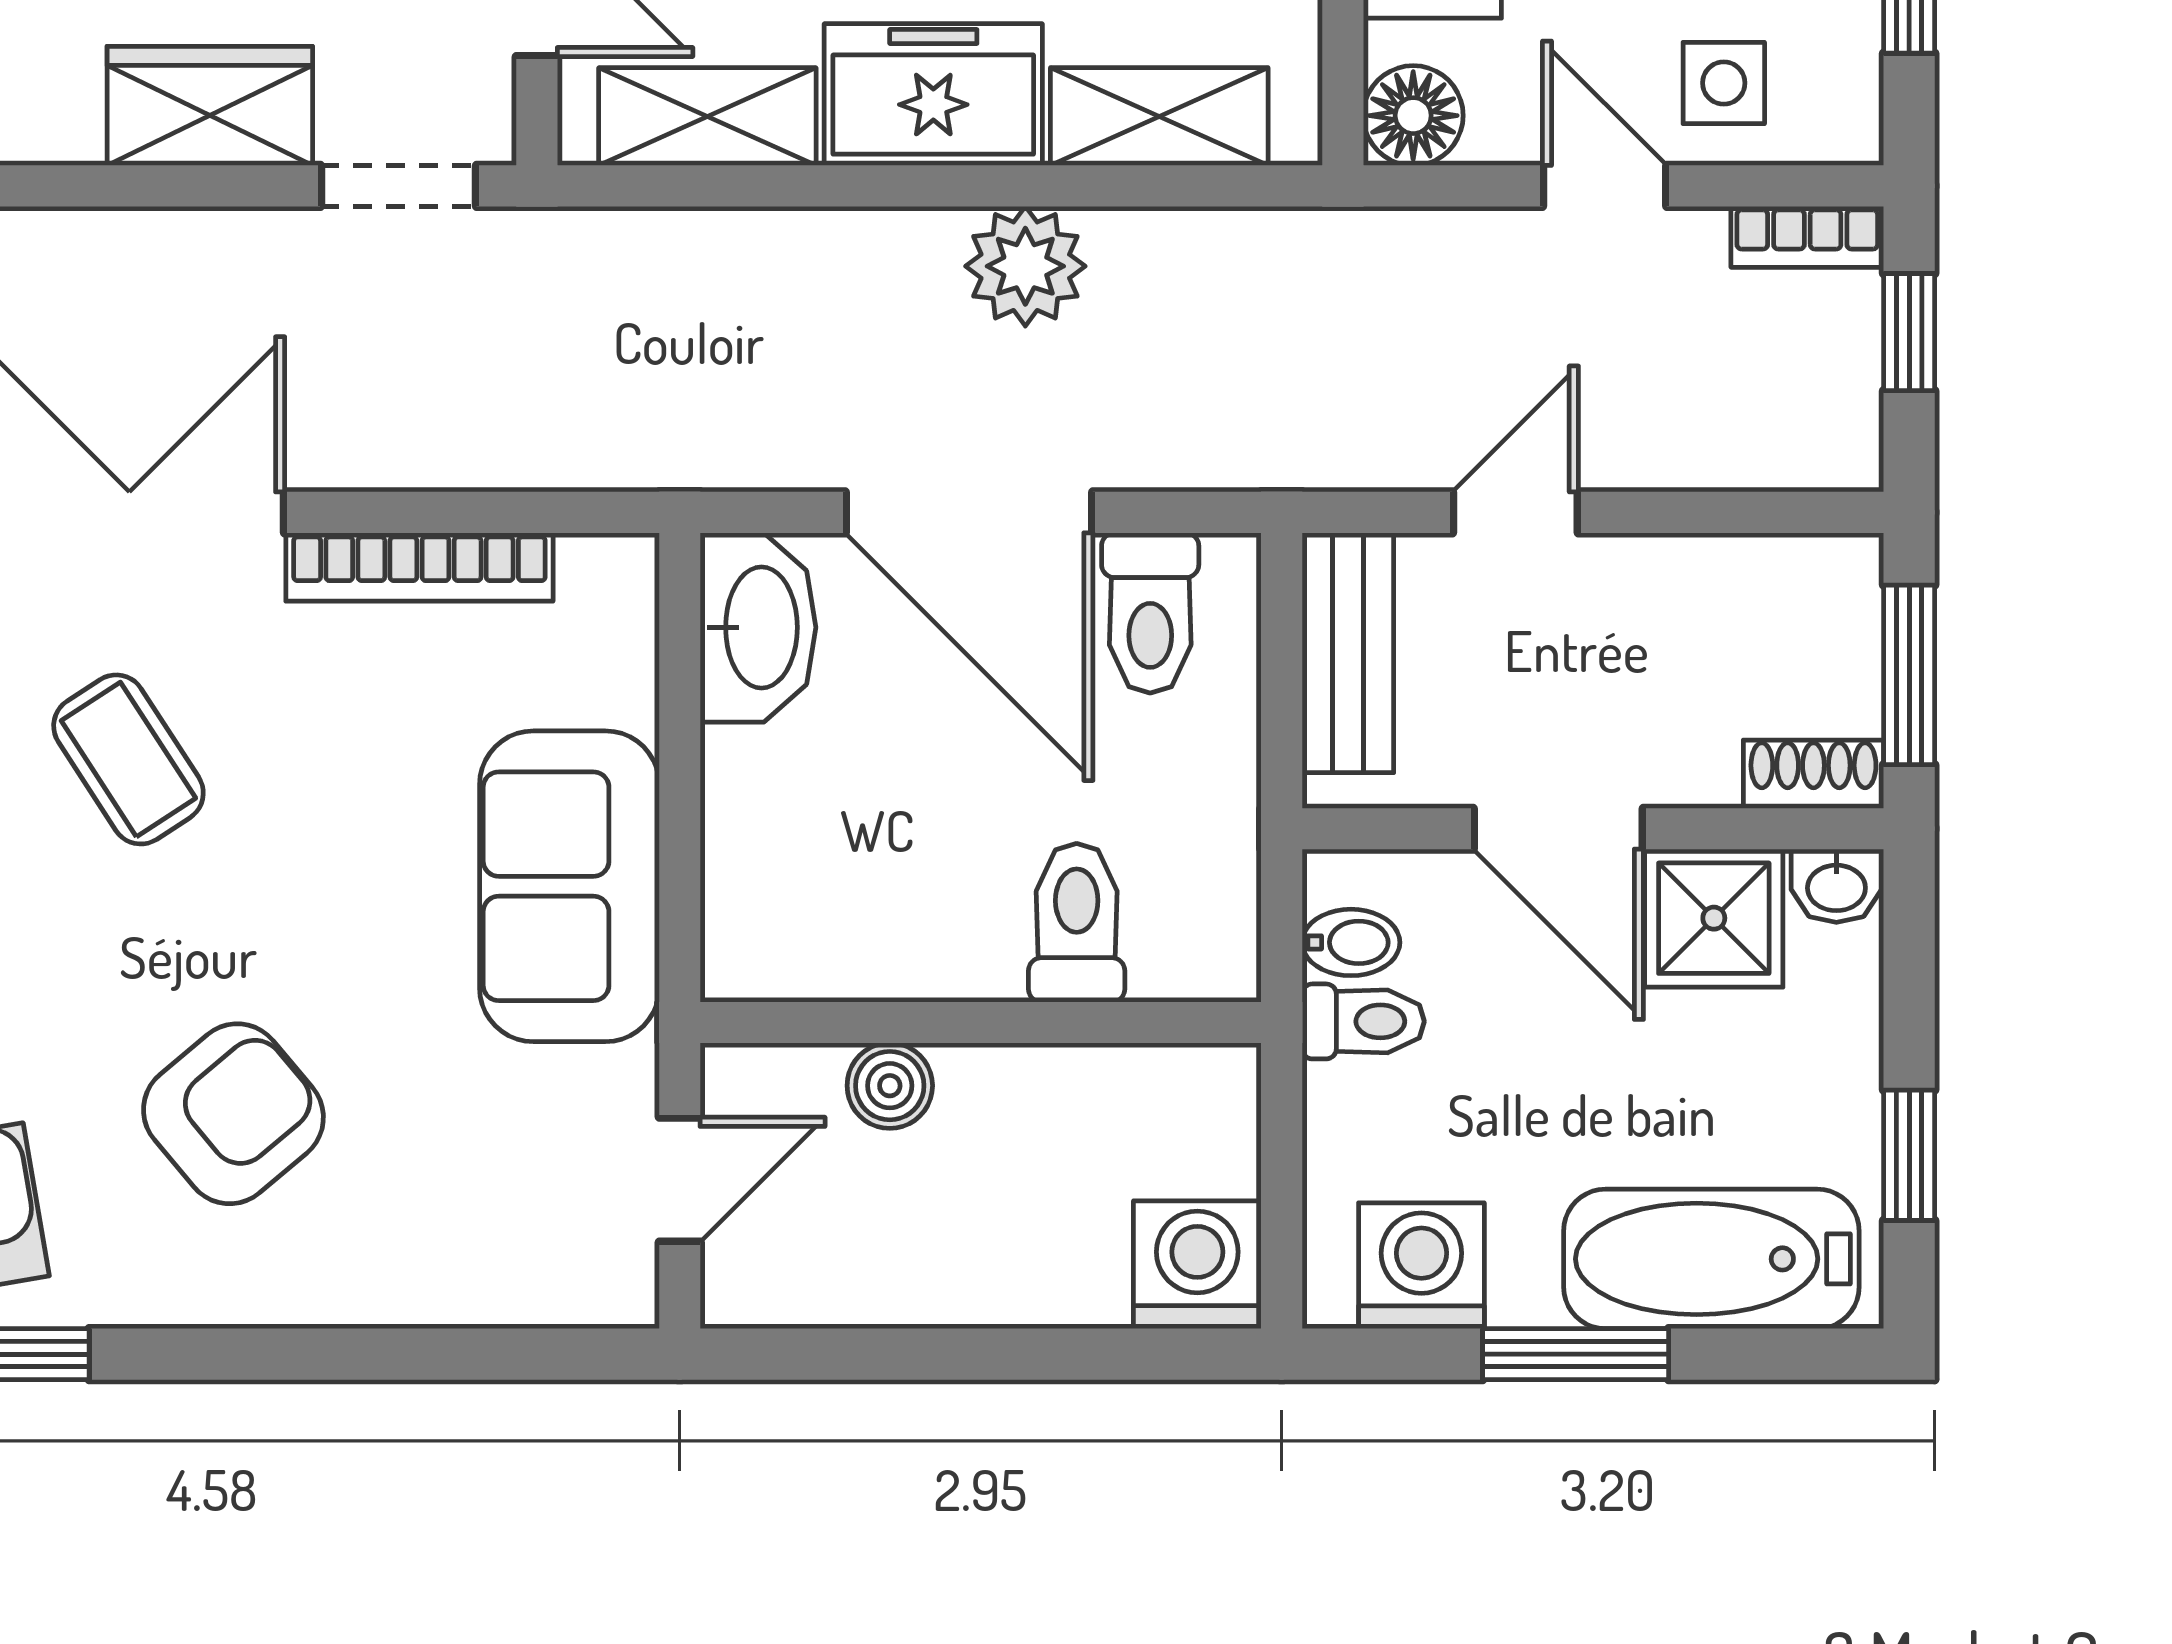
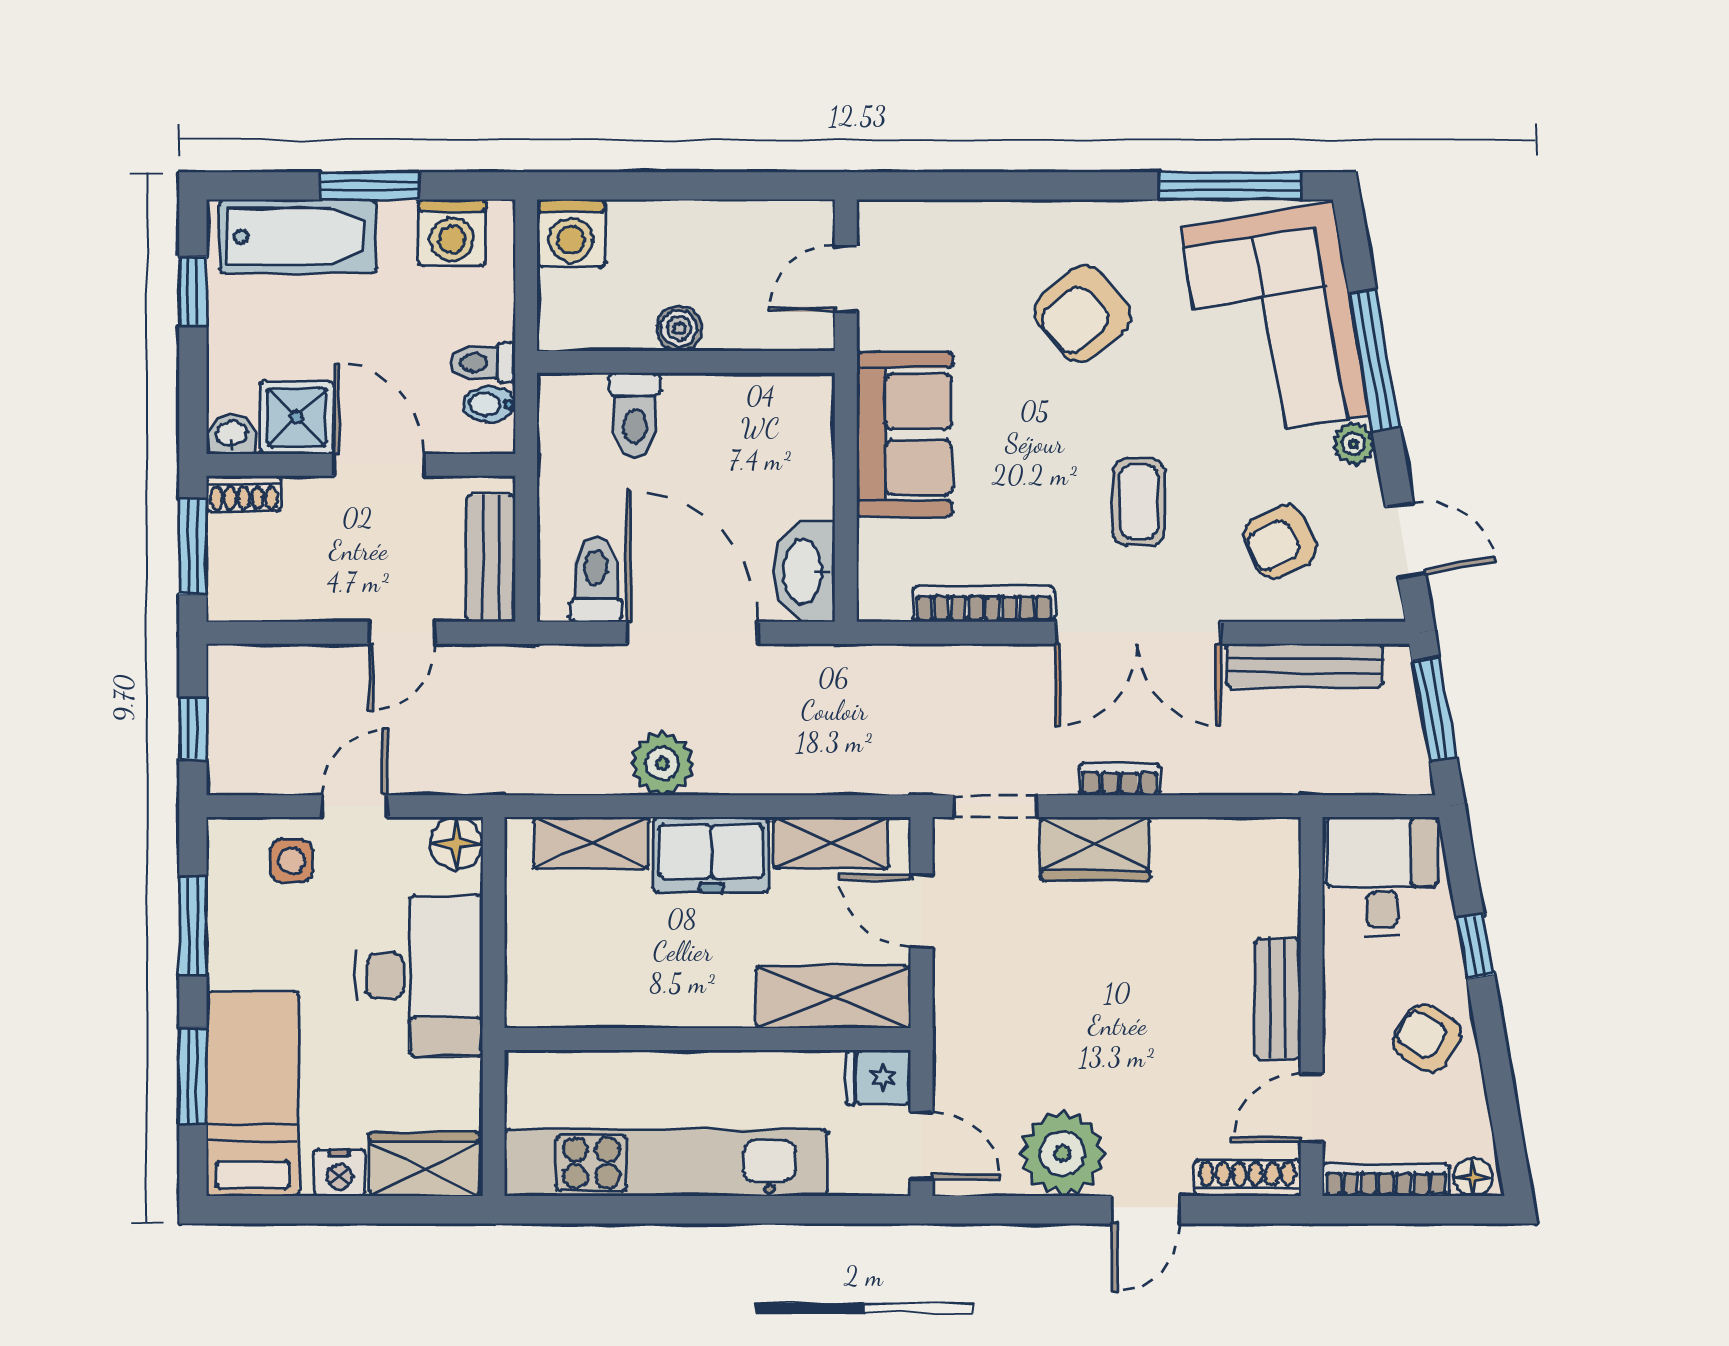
door: (1605, 186) -> (355, 806), swing flipped
bookcase: (1807, 237) -> (1120, 779), moved
coffee table: (128, 759) -> (1138, 502), turned 33
boiler: (890, 1086) -> (679, 328), moved

